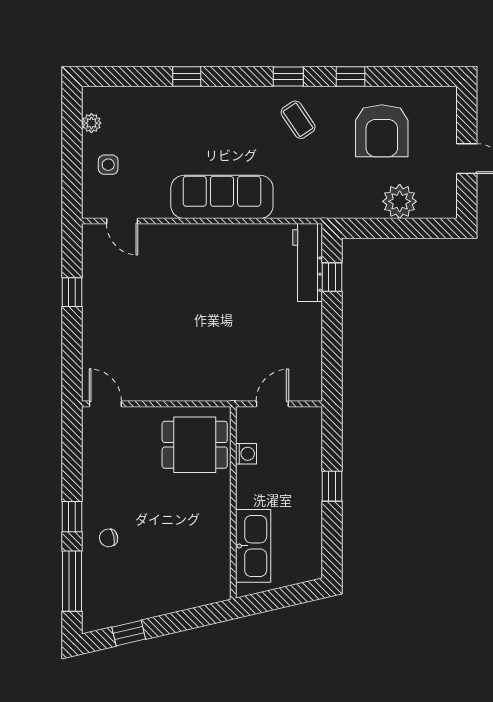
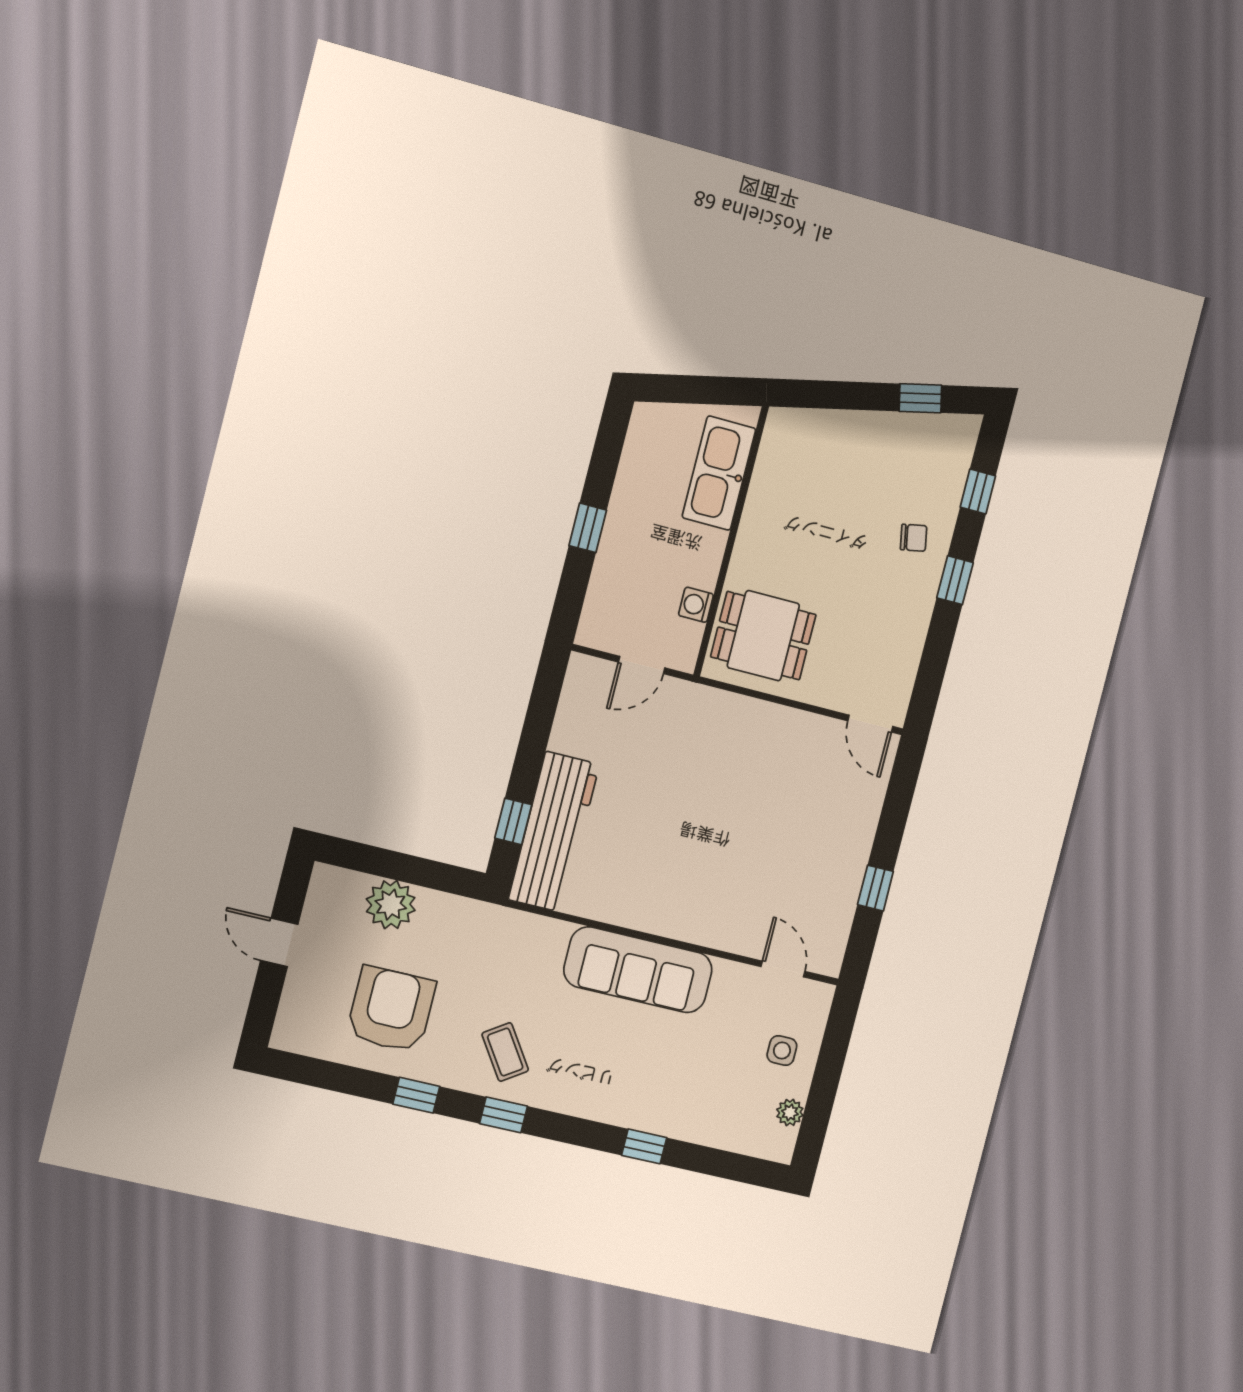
workbench: (308, 262) -> (554, 832), width x1.36, depth x1.32
window: (72, 581) -> (978, 491), width x0.46

